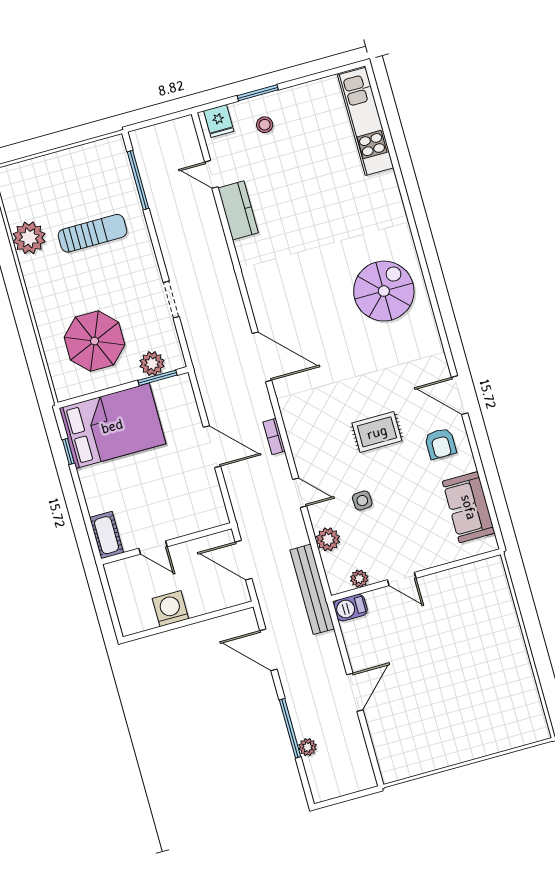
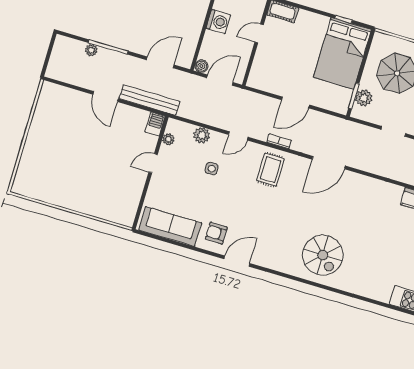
rug: (377, 432) -> (271, 170), moved
sofa: (469, 507) -> (170, 227), width x1.36
bench: (312, 589) -> (150, 100), moved
boiler: (240, 595) -> (201, 66), added

